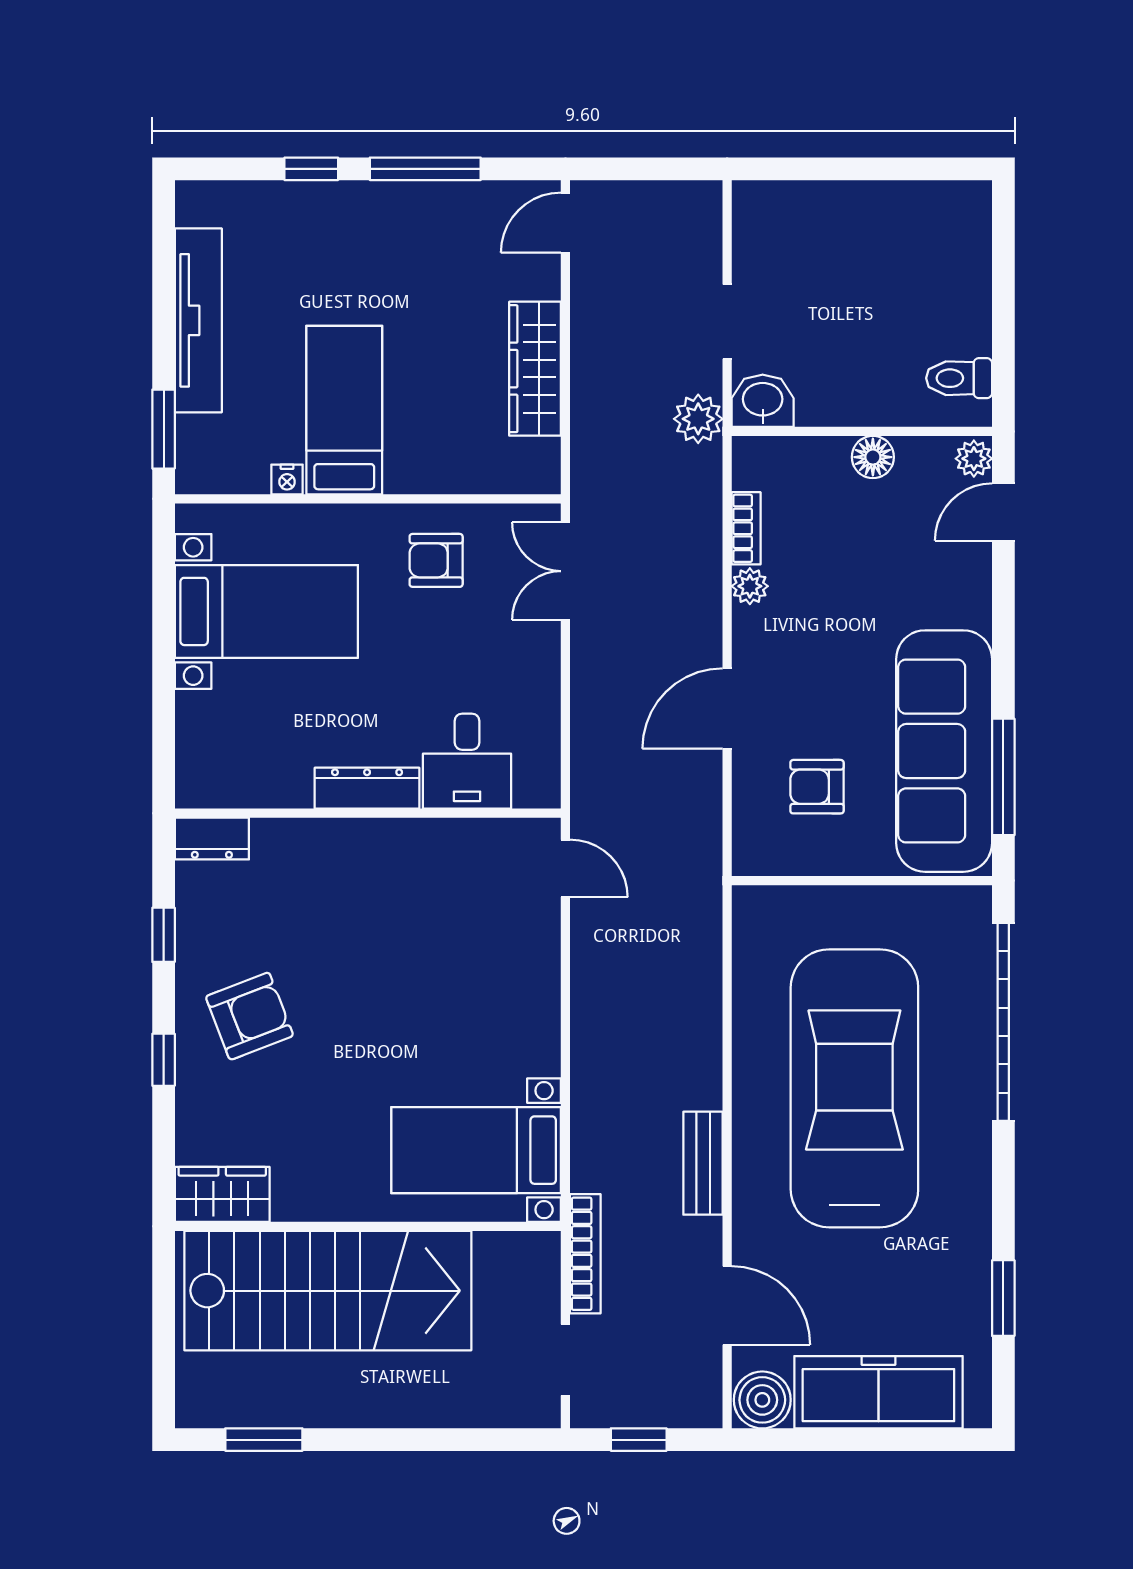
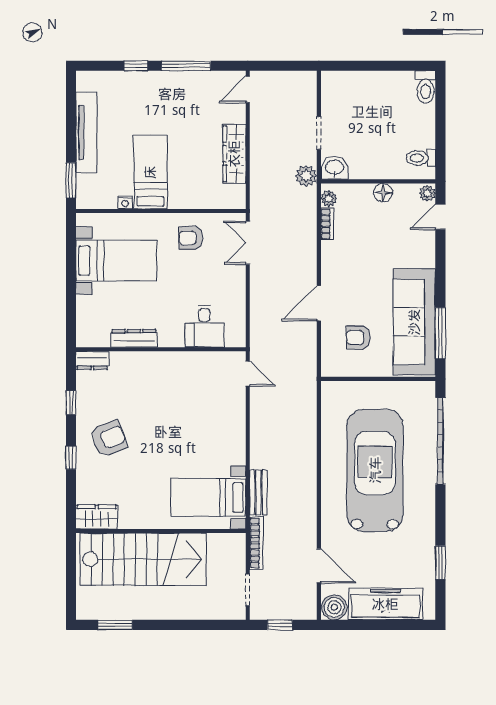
toilet: (970, 217) -> (426, 87), added
plant: (750, 586) -> (329, 198), moved
dresser: (367, 788) -> (134, 338), moved
bench: (703, 1163) -> (258, 493), moved

